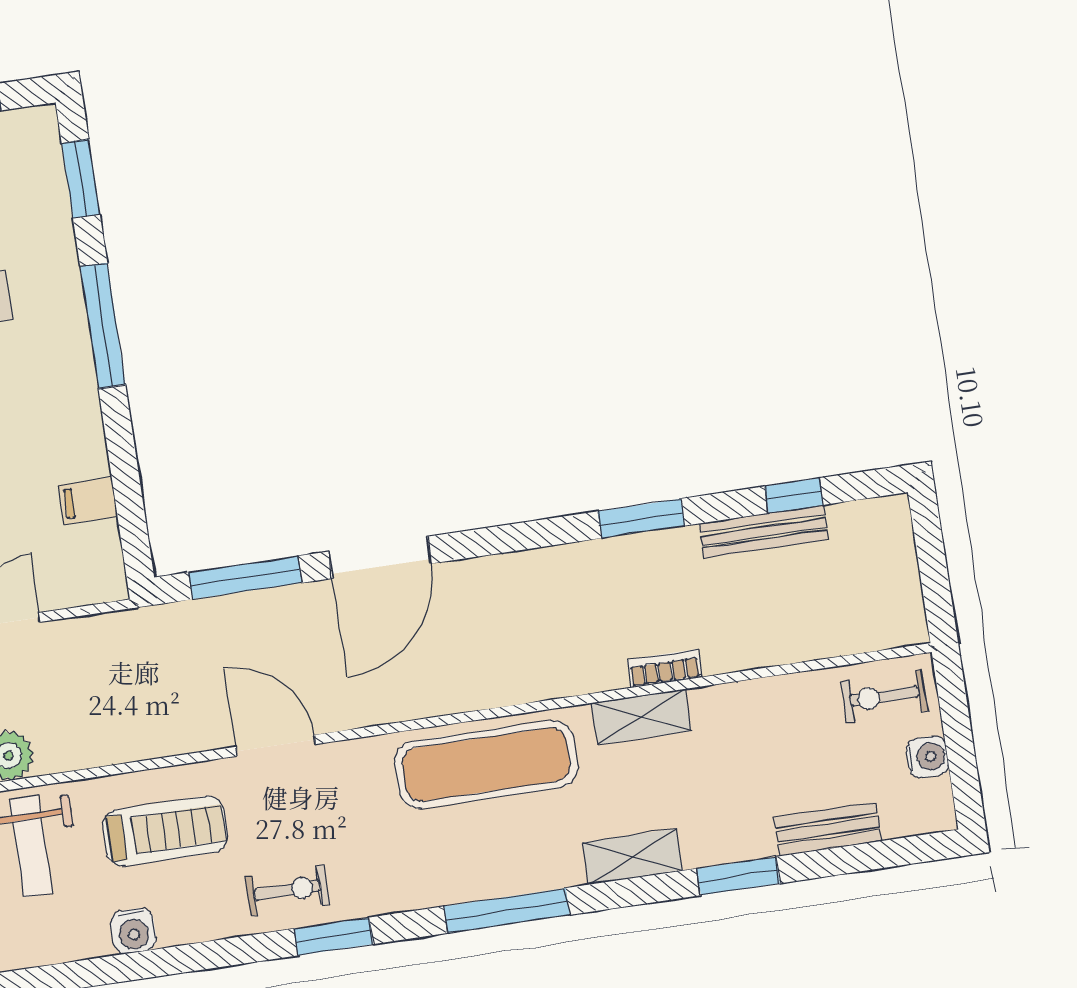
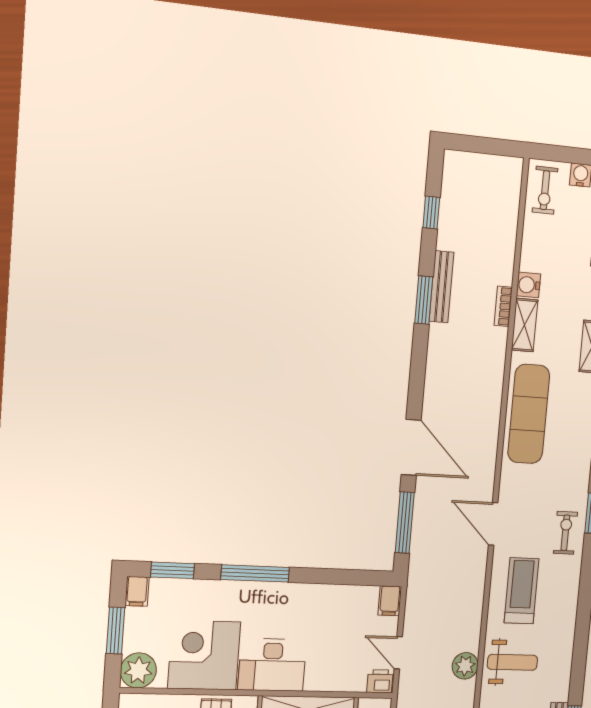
filing cabinet: (33, 125) -> (137, 591), added
filing cabinet: (88, 501) -> (390, 601), moved
bench: (764, 532) -> (441, 287), moved
door: (276, 745) -> (493, 524), hinge flipped
water cooler: (133, 931) -> (528, 285), moved, turned 180

